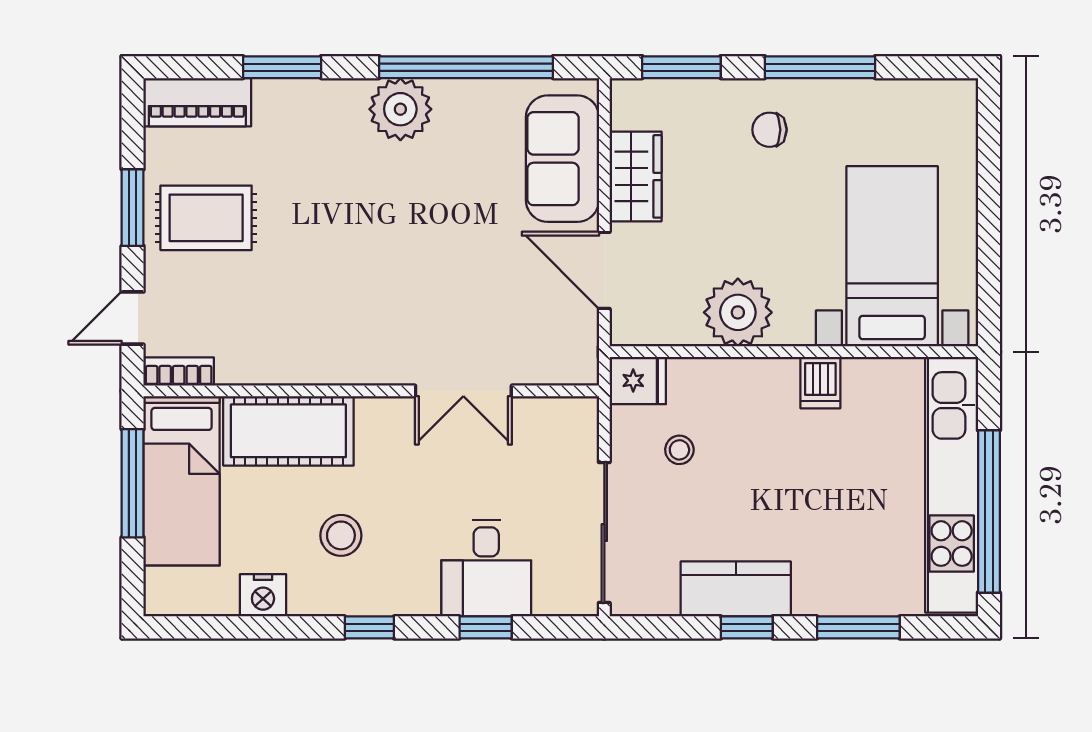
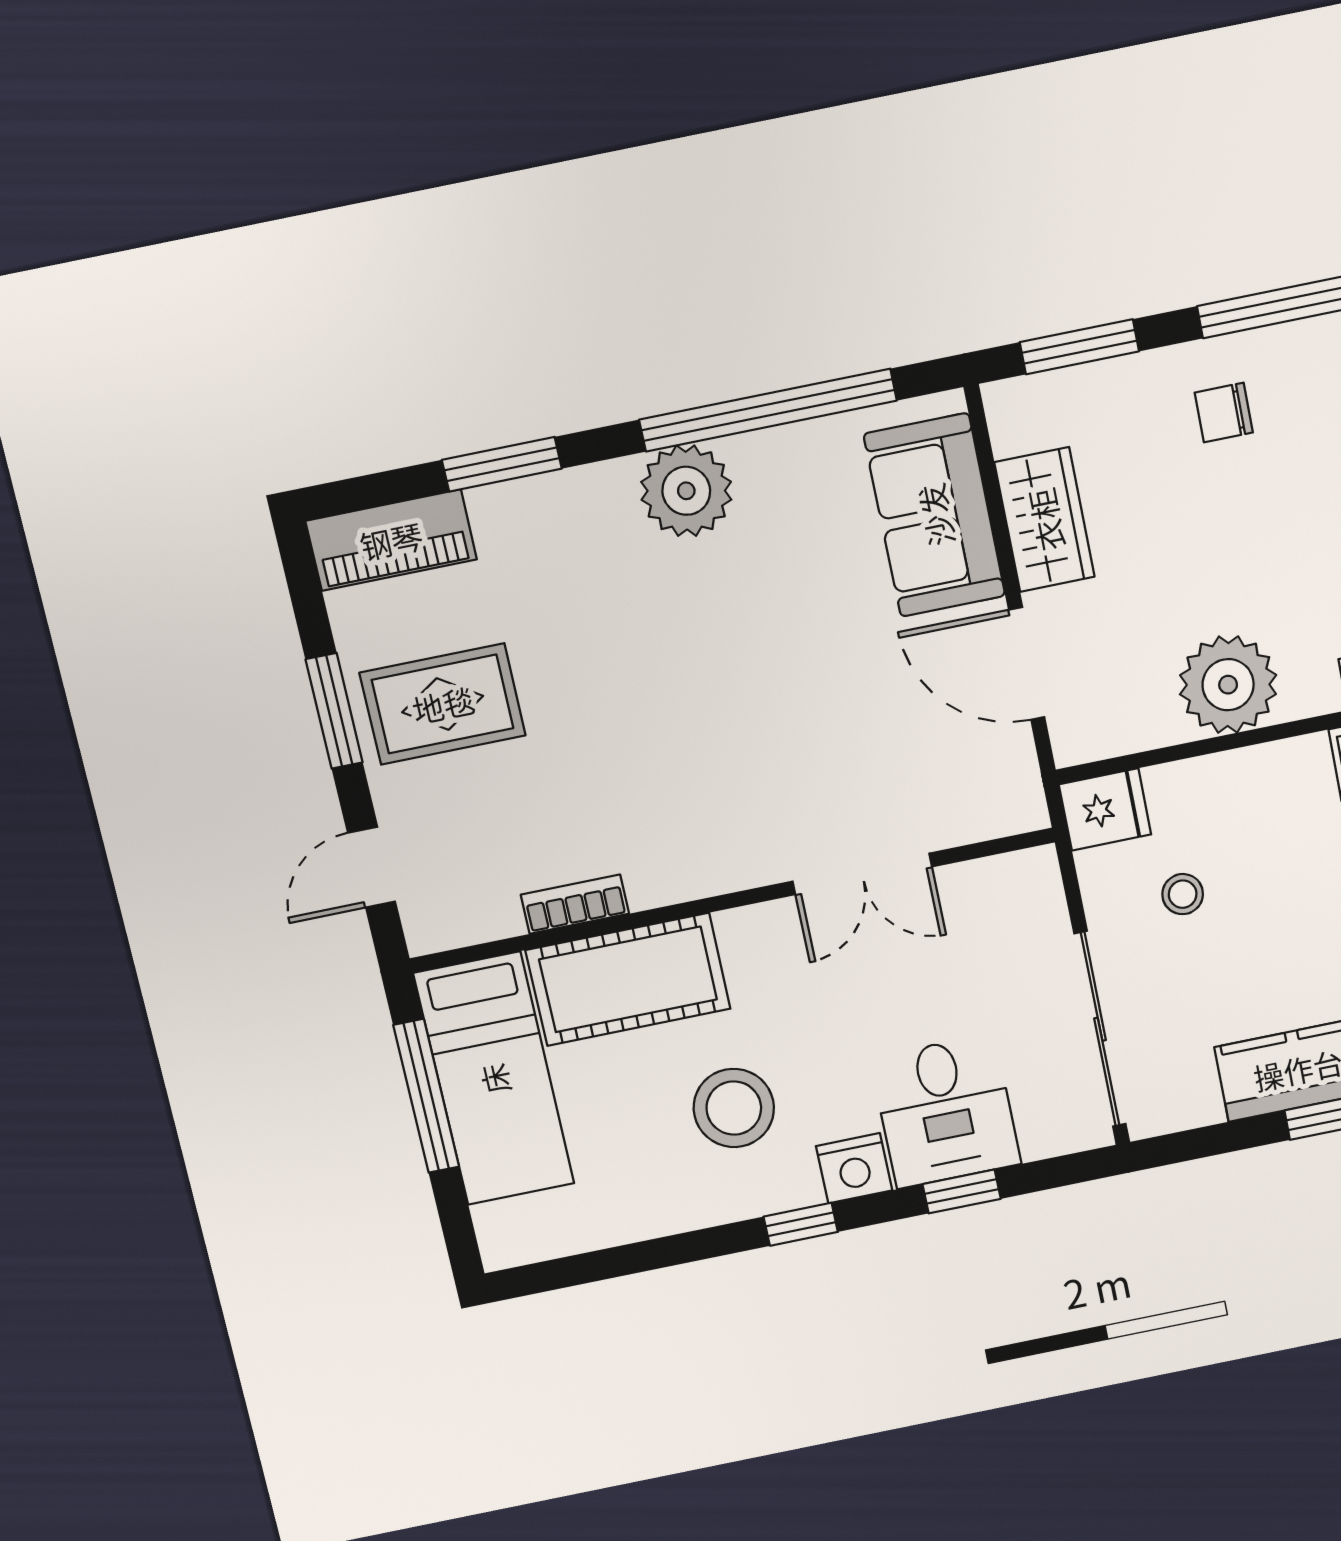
bookcase: (179, 372) -> (575, 904), moved
stool: (341, 535) -> (734, 1108), width x1.38, depth x1.38
nightstand: (263, 595) -> (854, 1168), moved

